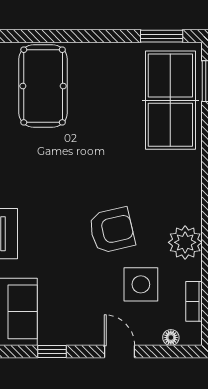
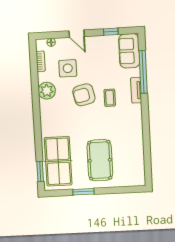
window: (162, 36) -> (83, 192), moved
pool table: (43, 86) -> (100, 160), moved
coffee table: (61, 222) -> (110, 98), added

